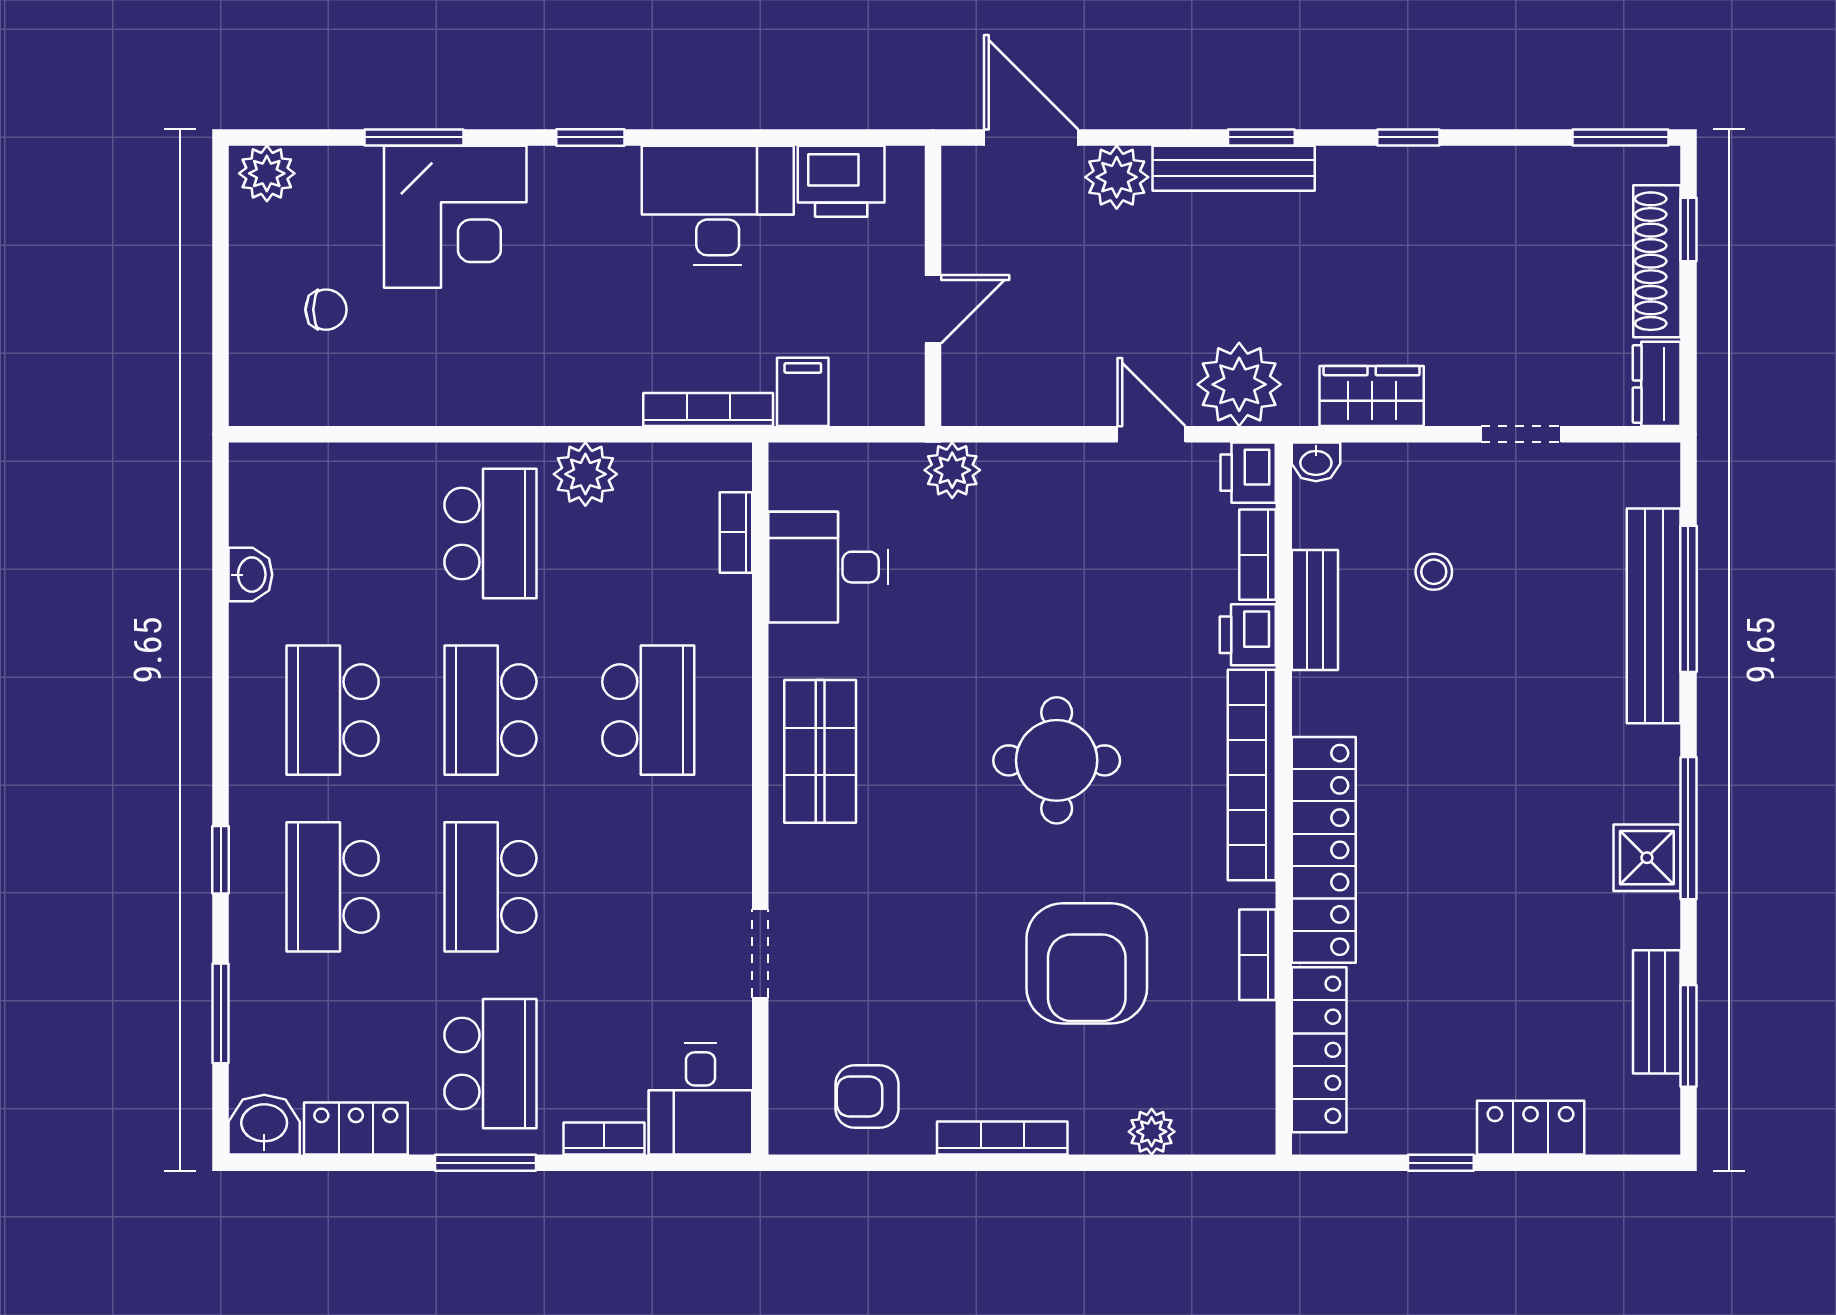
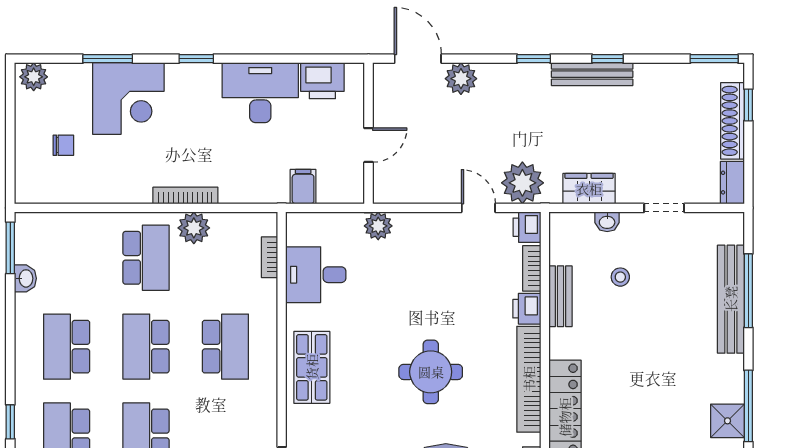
bench: (1234, 168) -> (592, 74), moved
bookcase: (708, 410) -> (185, 195), moved
washbasin: (1316, 462) -> (607, 222), moved
window: (221, 514) -> (10, 248), added

